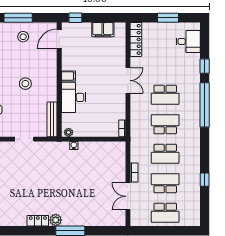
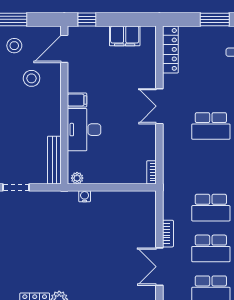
double door: (128, 80) -> (159, 106), swing flipped
stool: (25, 84) -> (32, 78), moved
school desk: (165, 124) -> (211, 167), removed
school desk: (165, 183) -> (211, 248), turned 180

